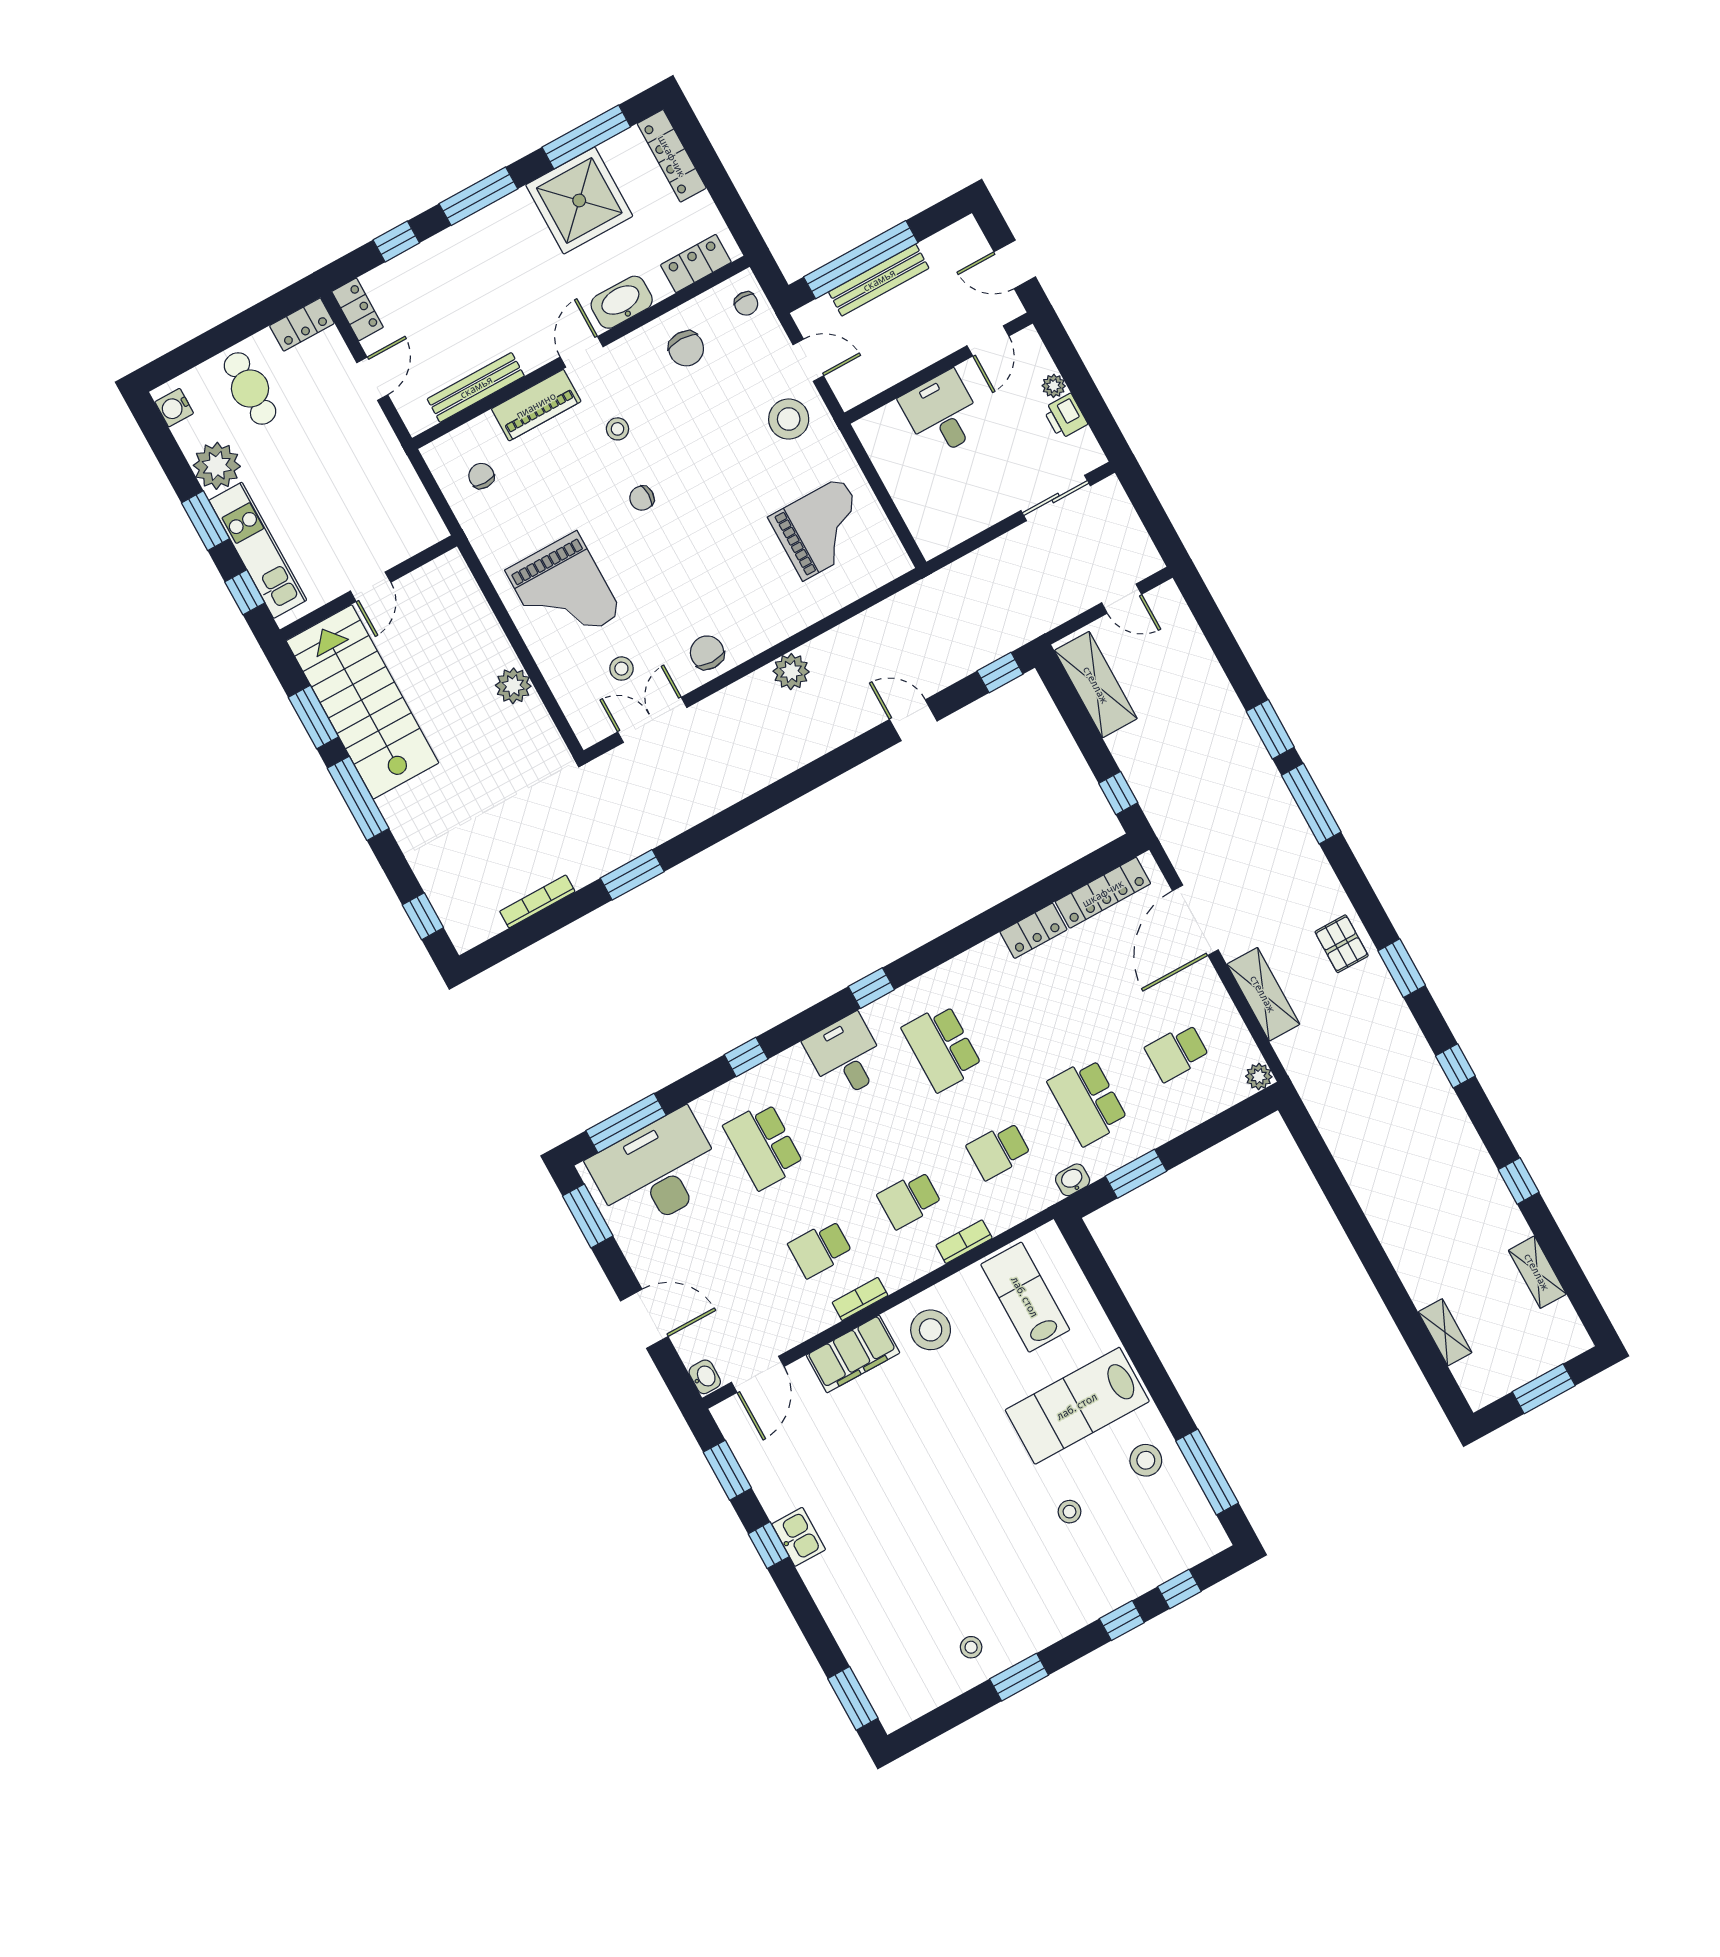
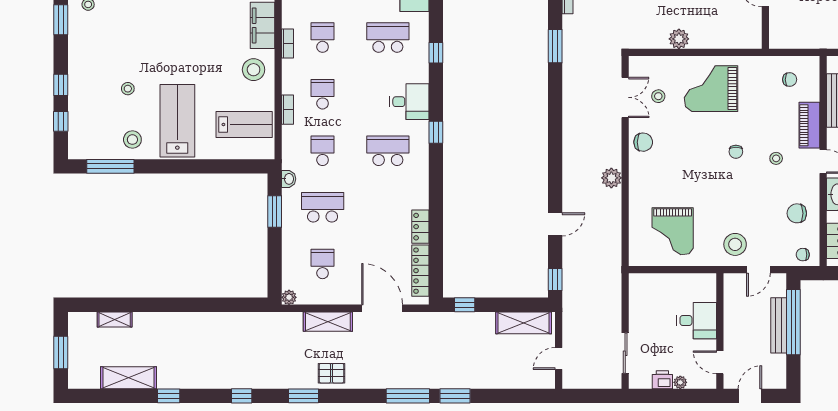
chair: (642, 498) -> (736, 152), turned 180
shelving: (1537, 1272) -> (128, 378), width x1.50, depth x1.33

